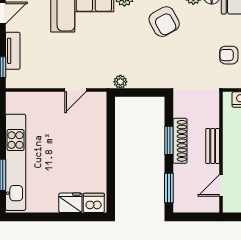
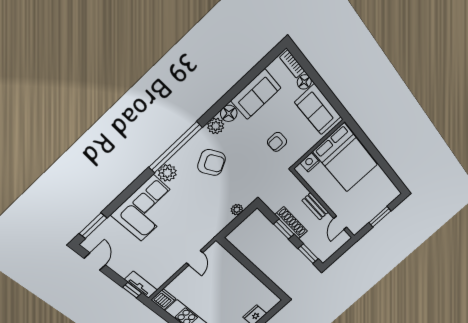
tv unit: (13, 51) -> (141, 285), moved
plant: (120, 82) -> (237, 210), moved
dishwasher: (94, 203) -> (163, 299), moved, turned 90

